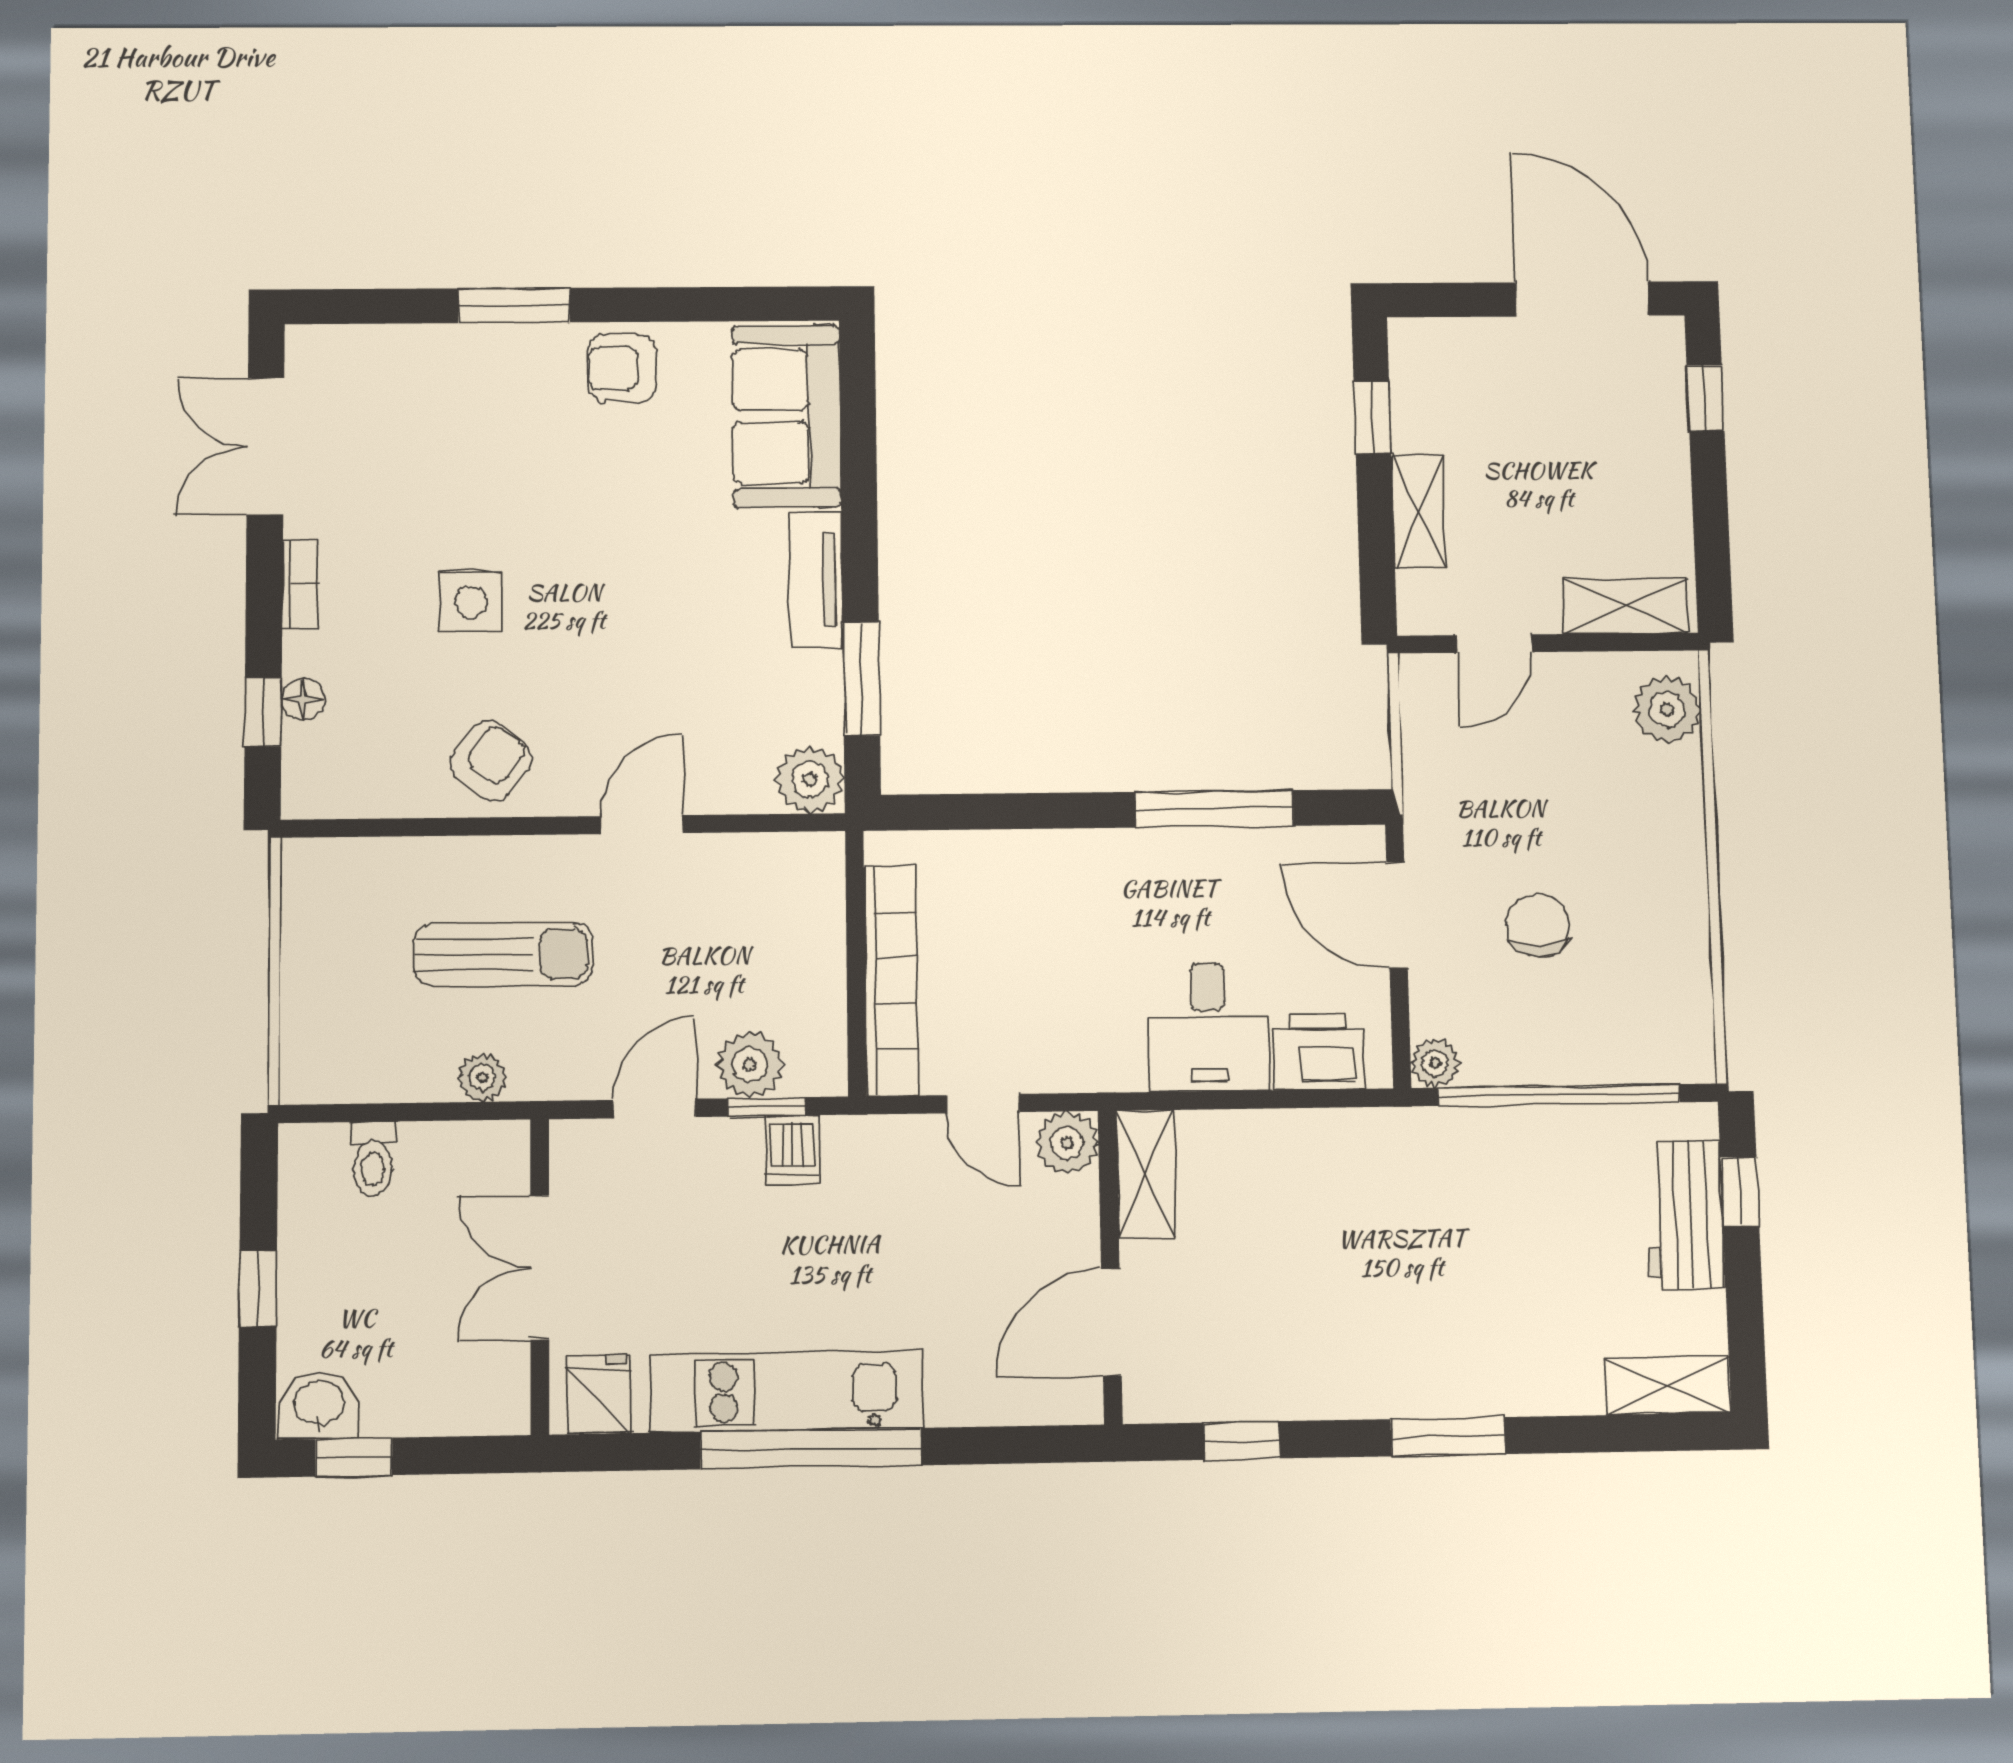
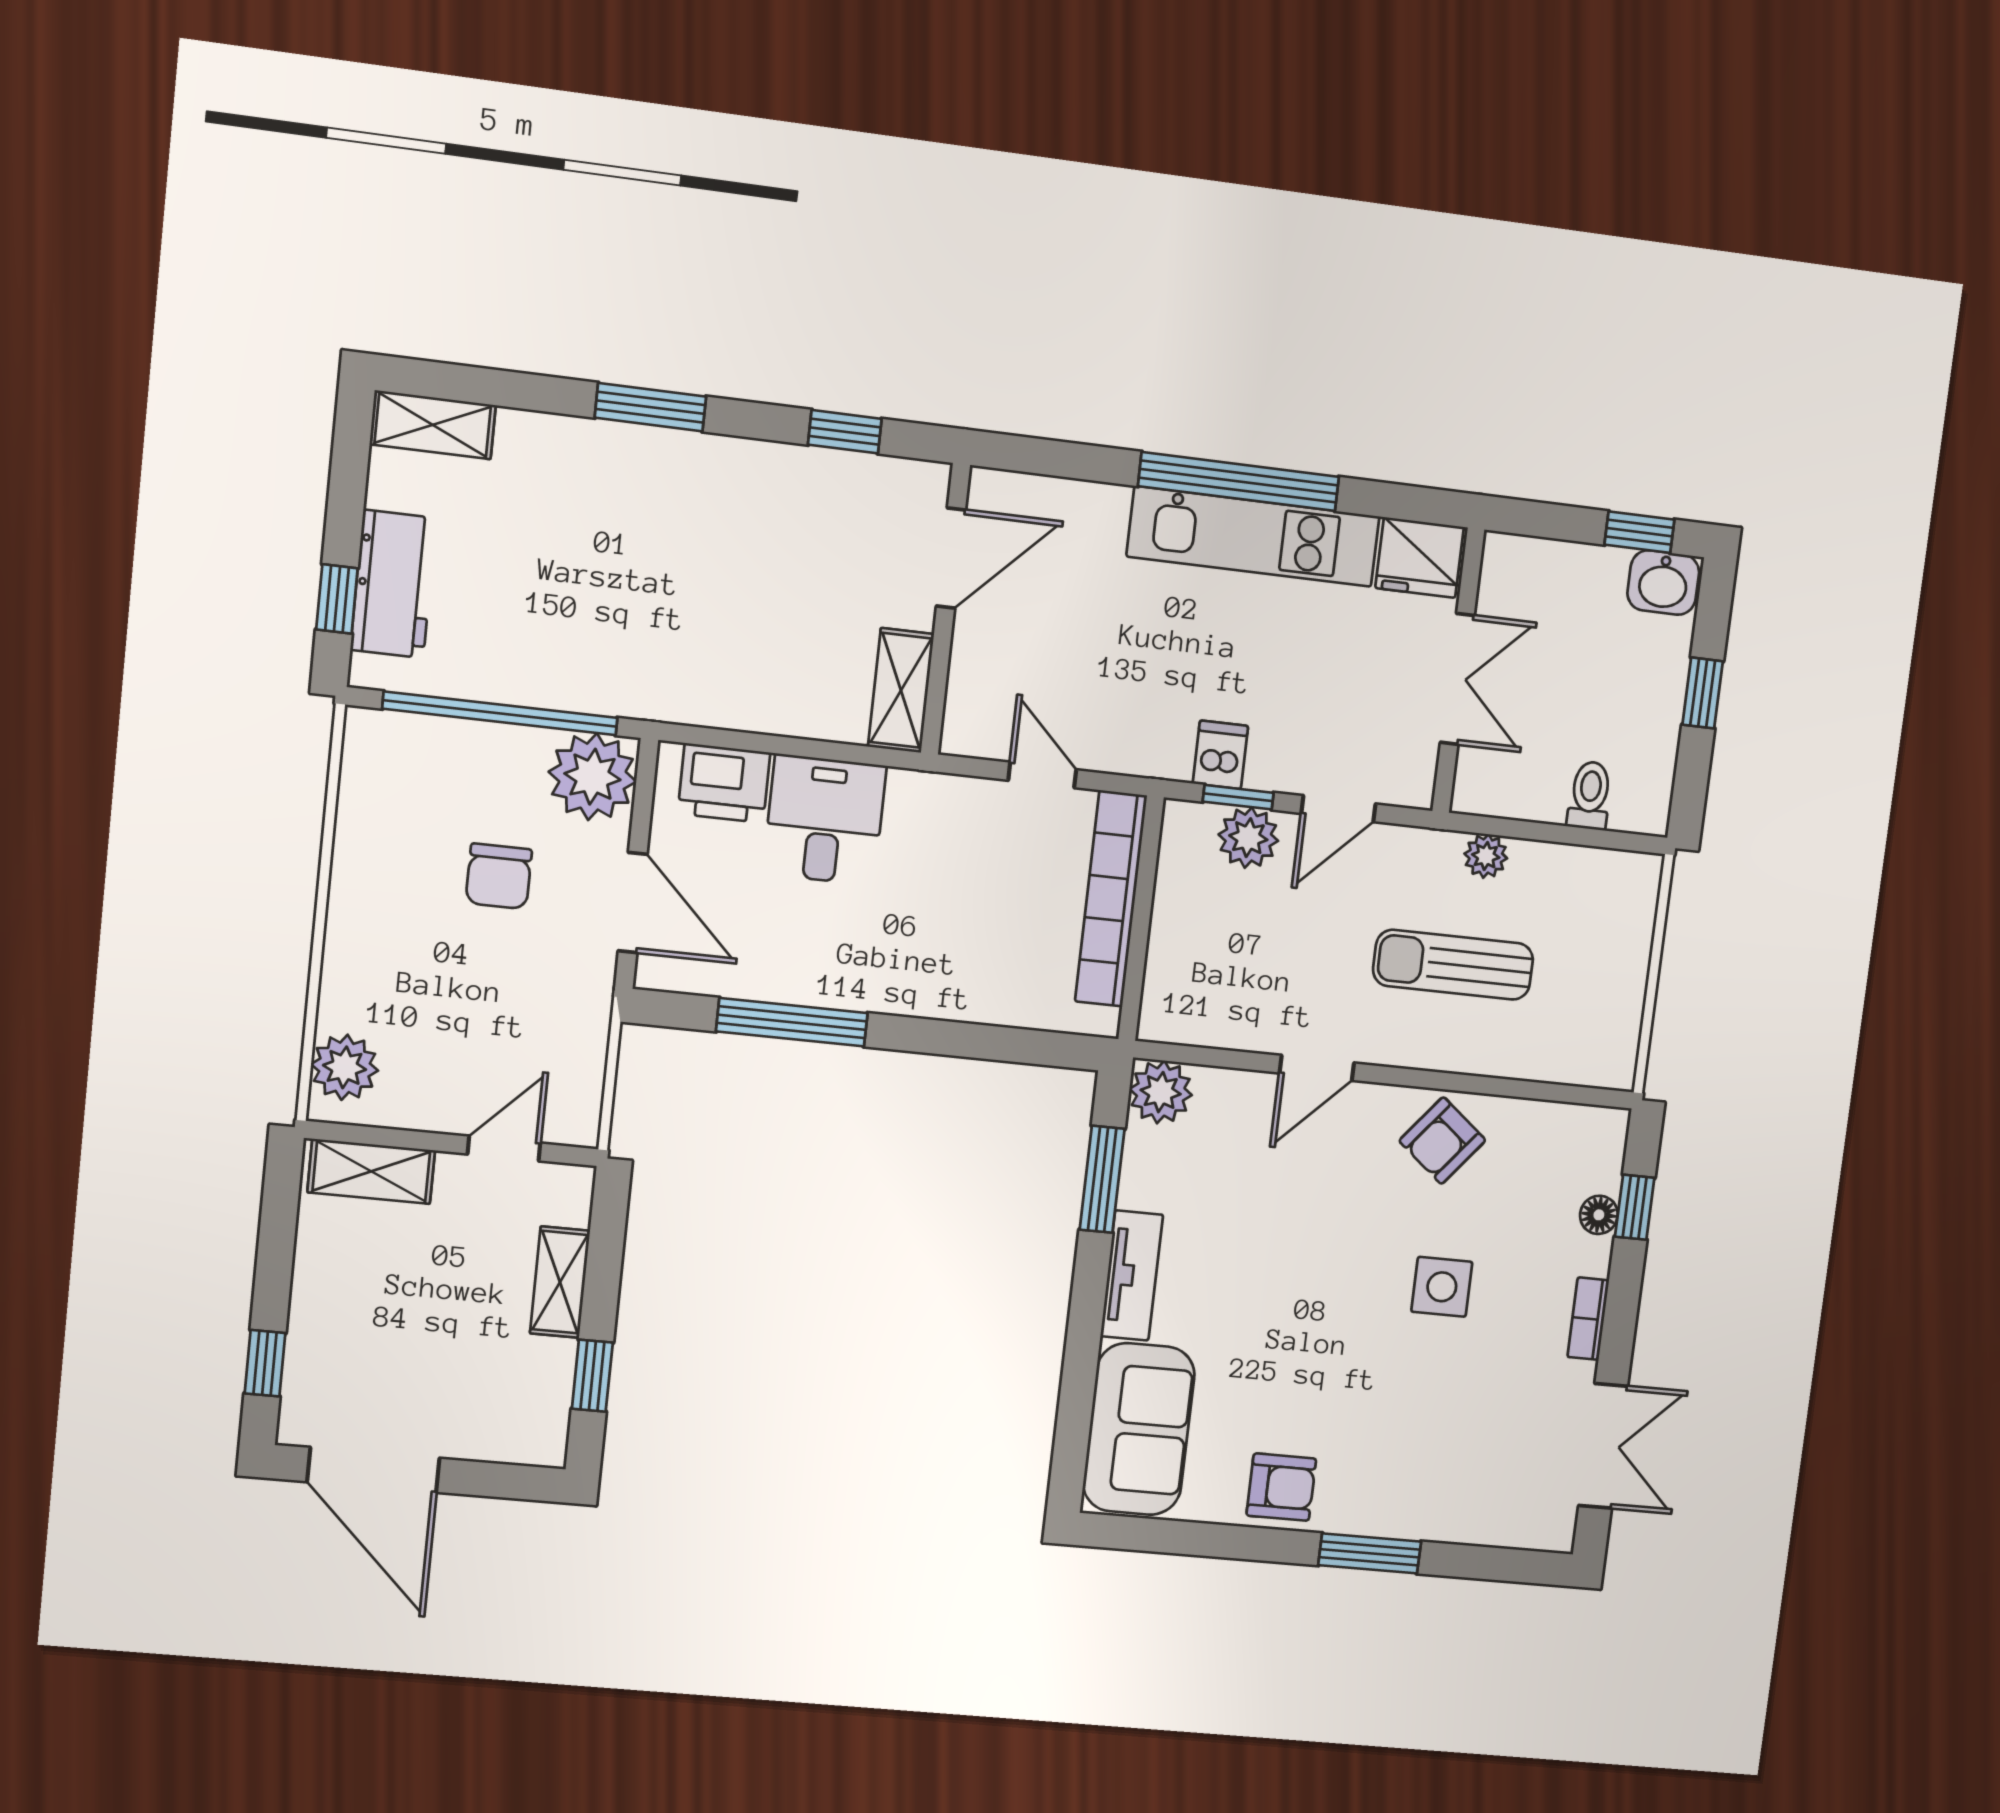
plant: (1435, 1063) -> (592, 777), width x1.87, depth x1.87
plant: (1067, 1143) -> (970, 729), removed
fridge: (599, 1394) -> (1420, 558), width x1.38

